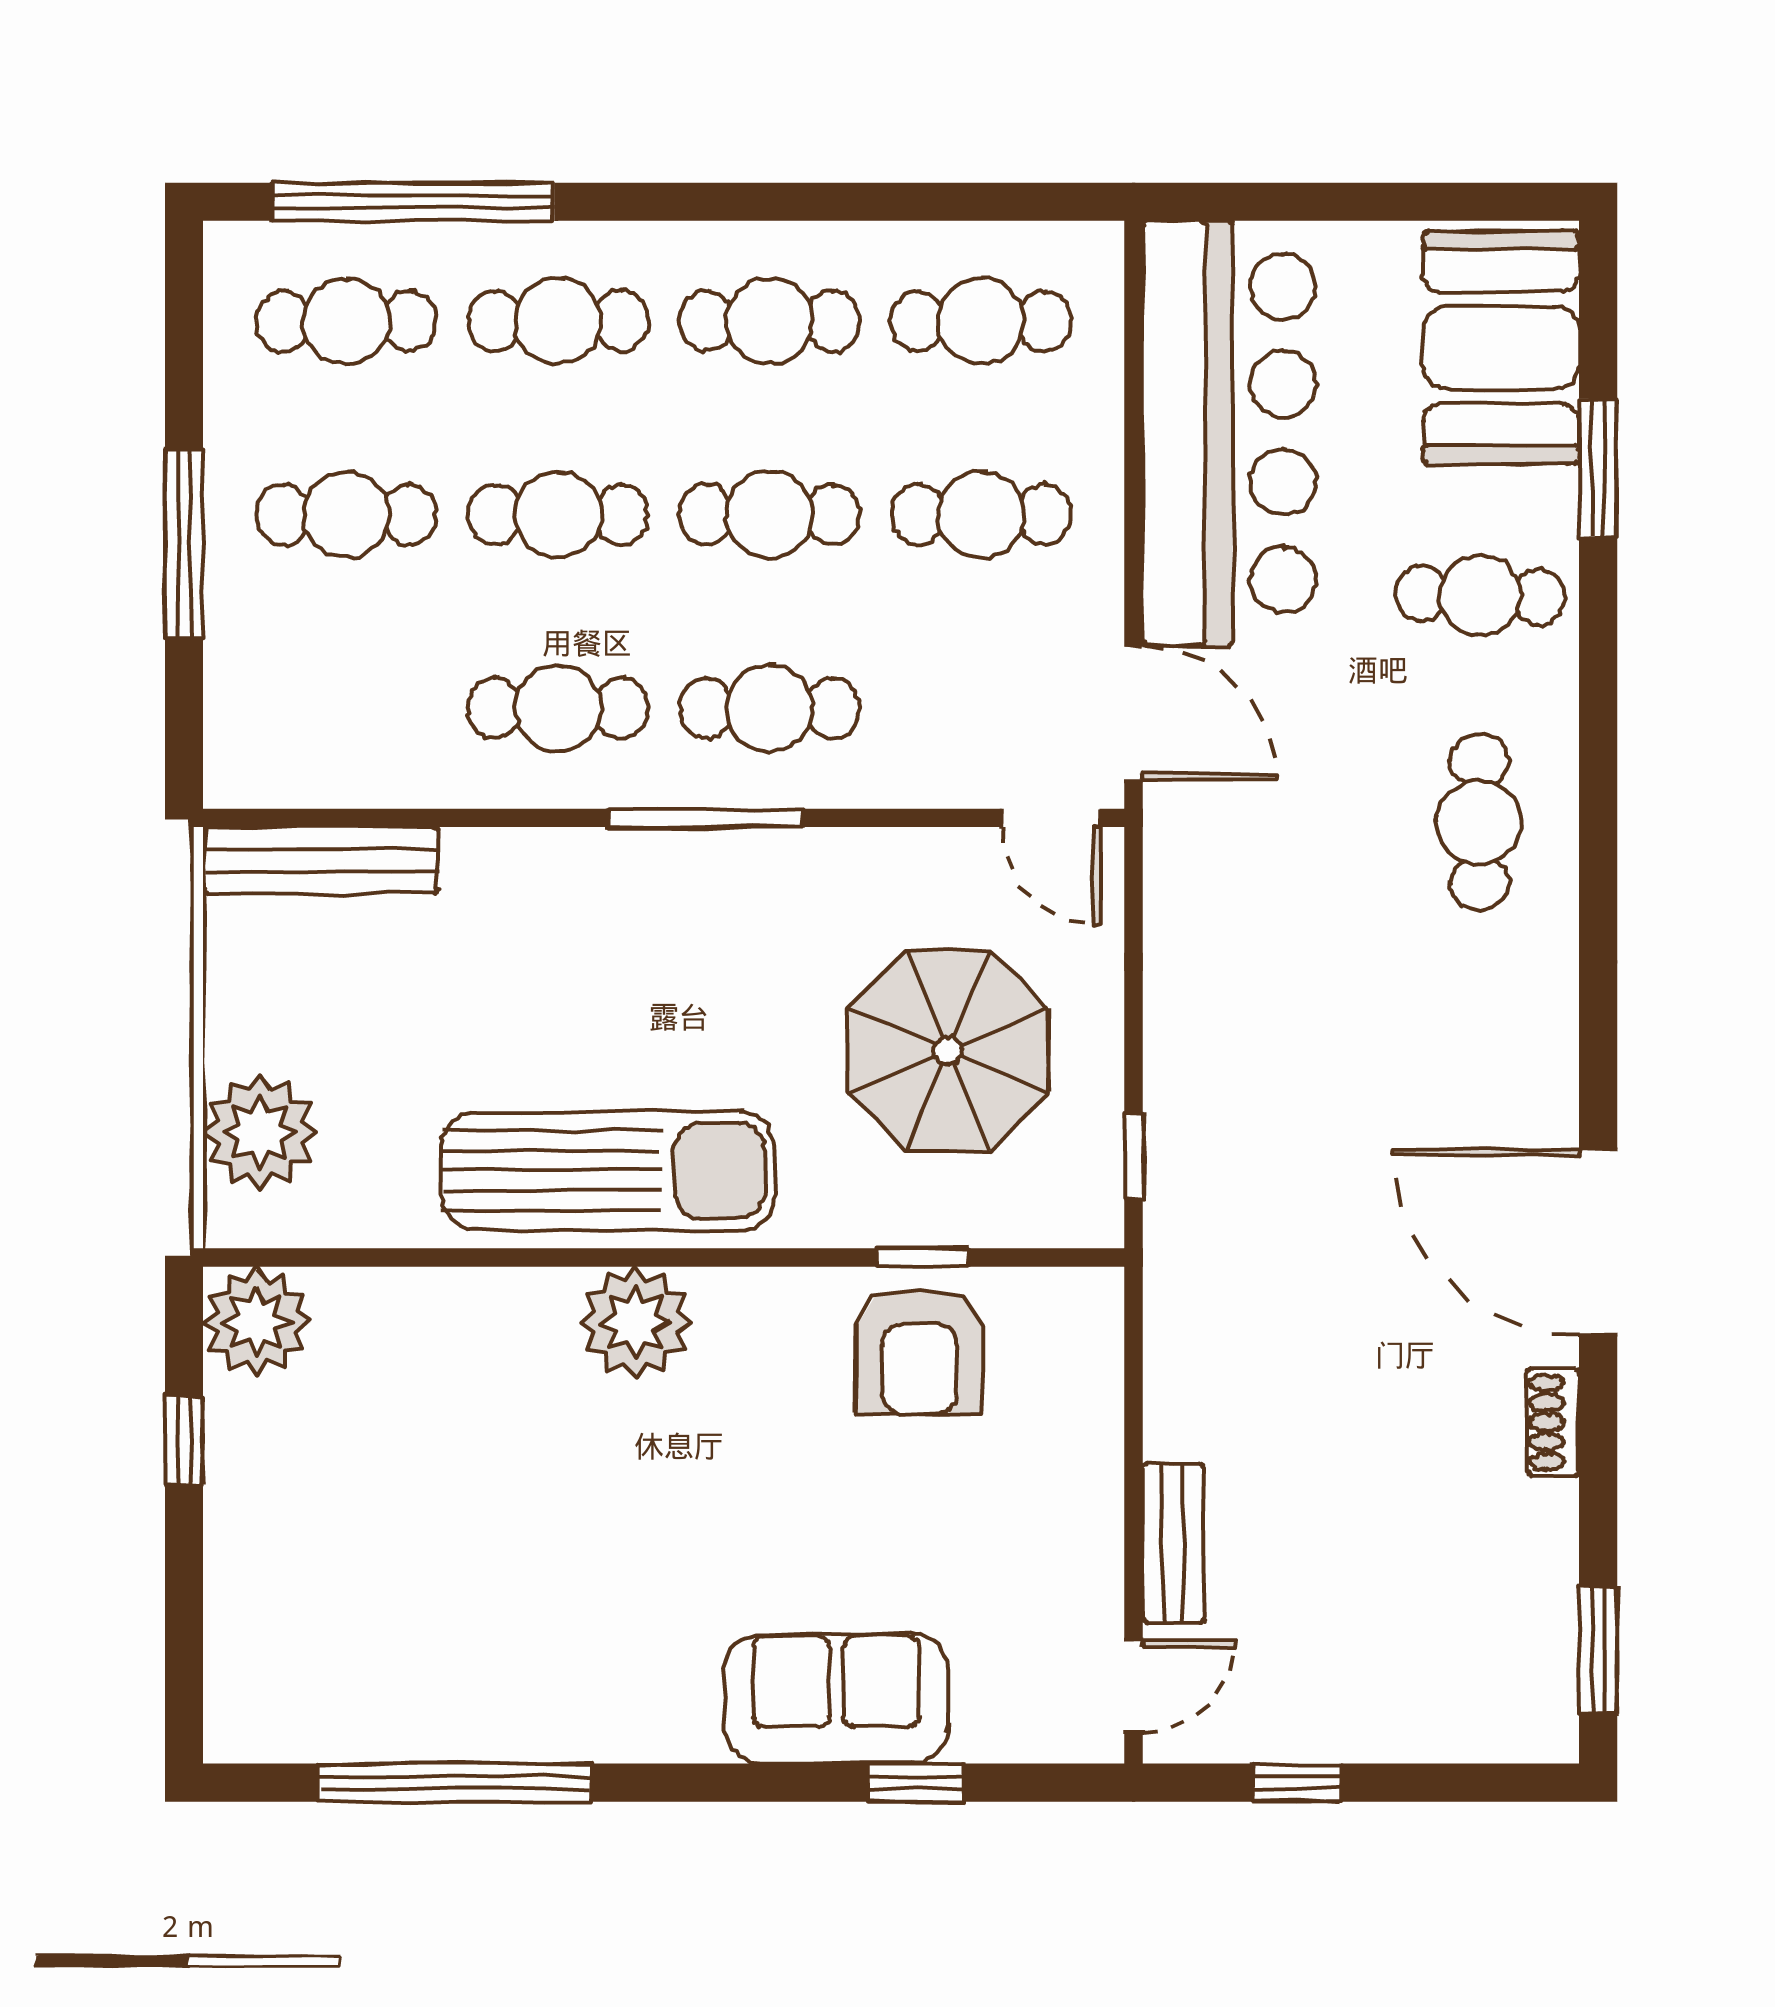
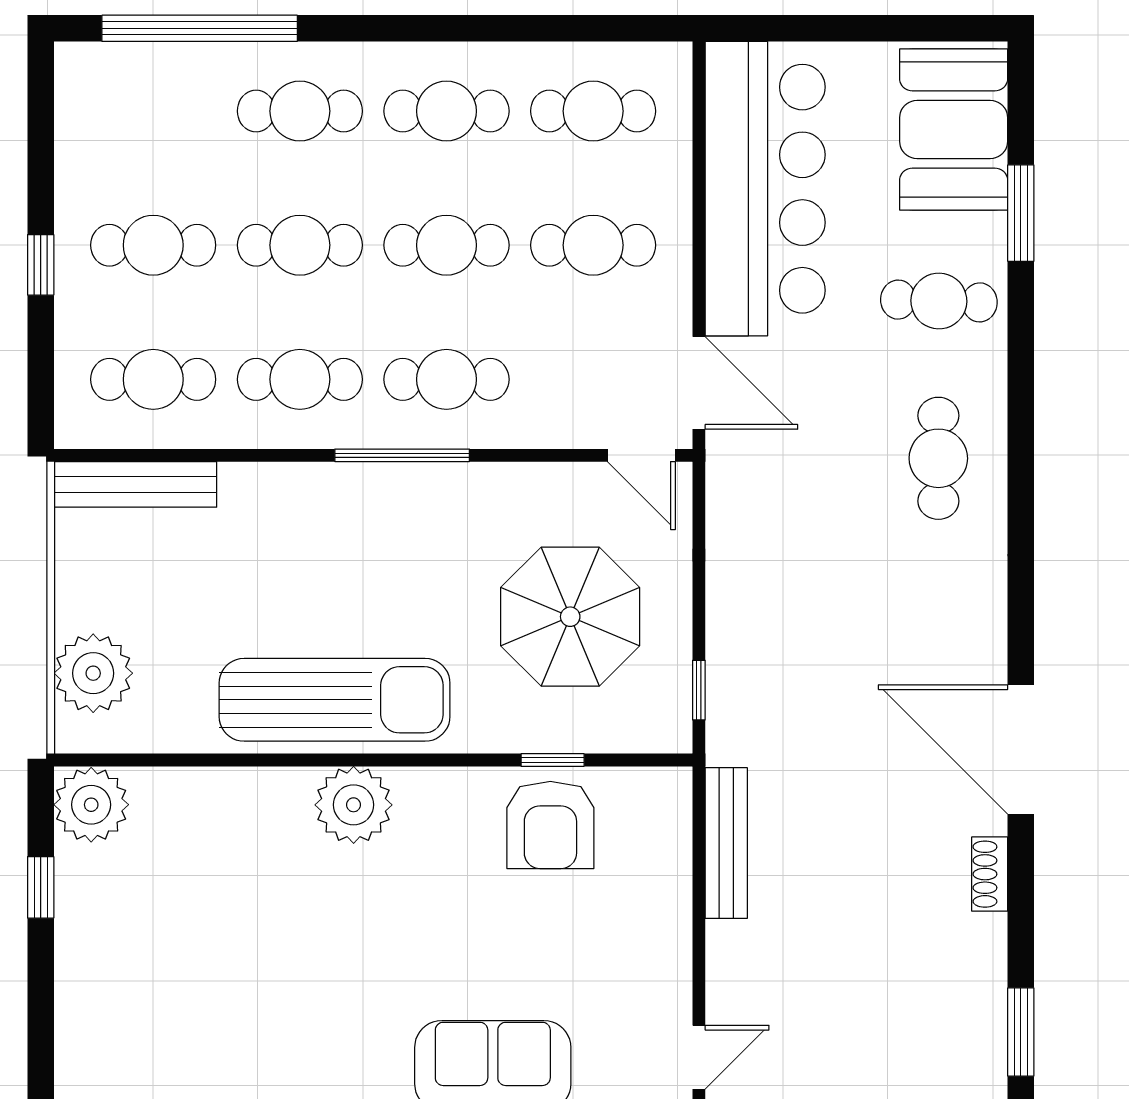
cafe table: (346, 321) -> (153, 379), moved
window: (184, 543) -> (41, 265), width x0.46
bench: (1173, 1543) -> (726, 843), moved, width x1.36

